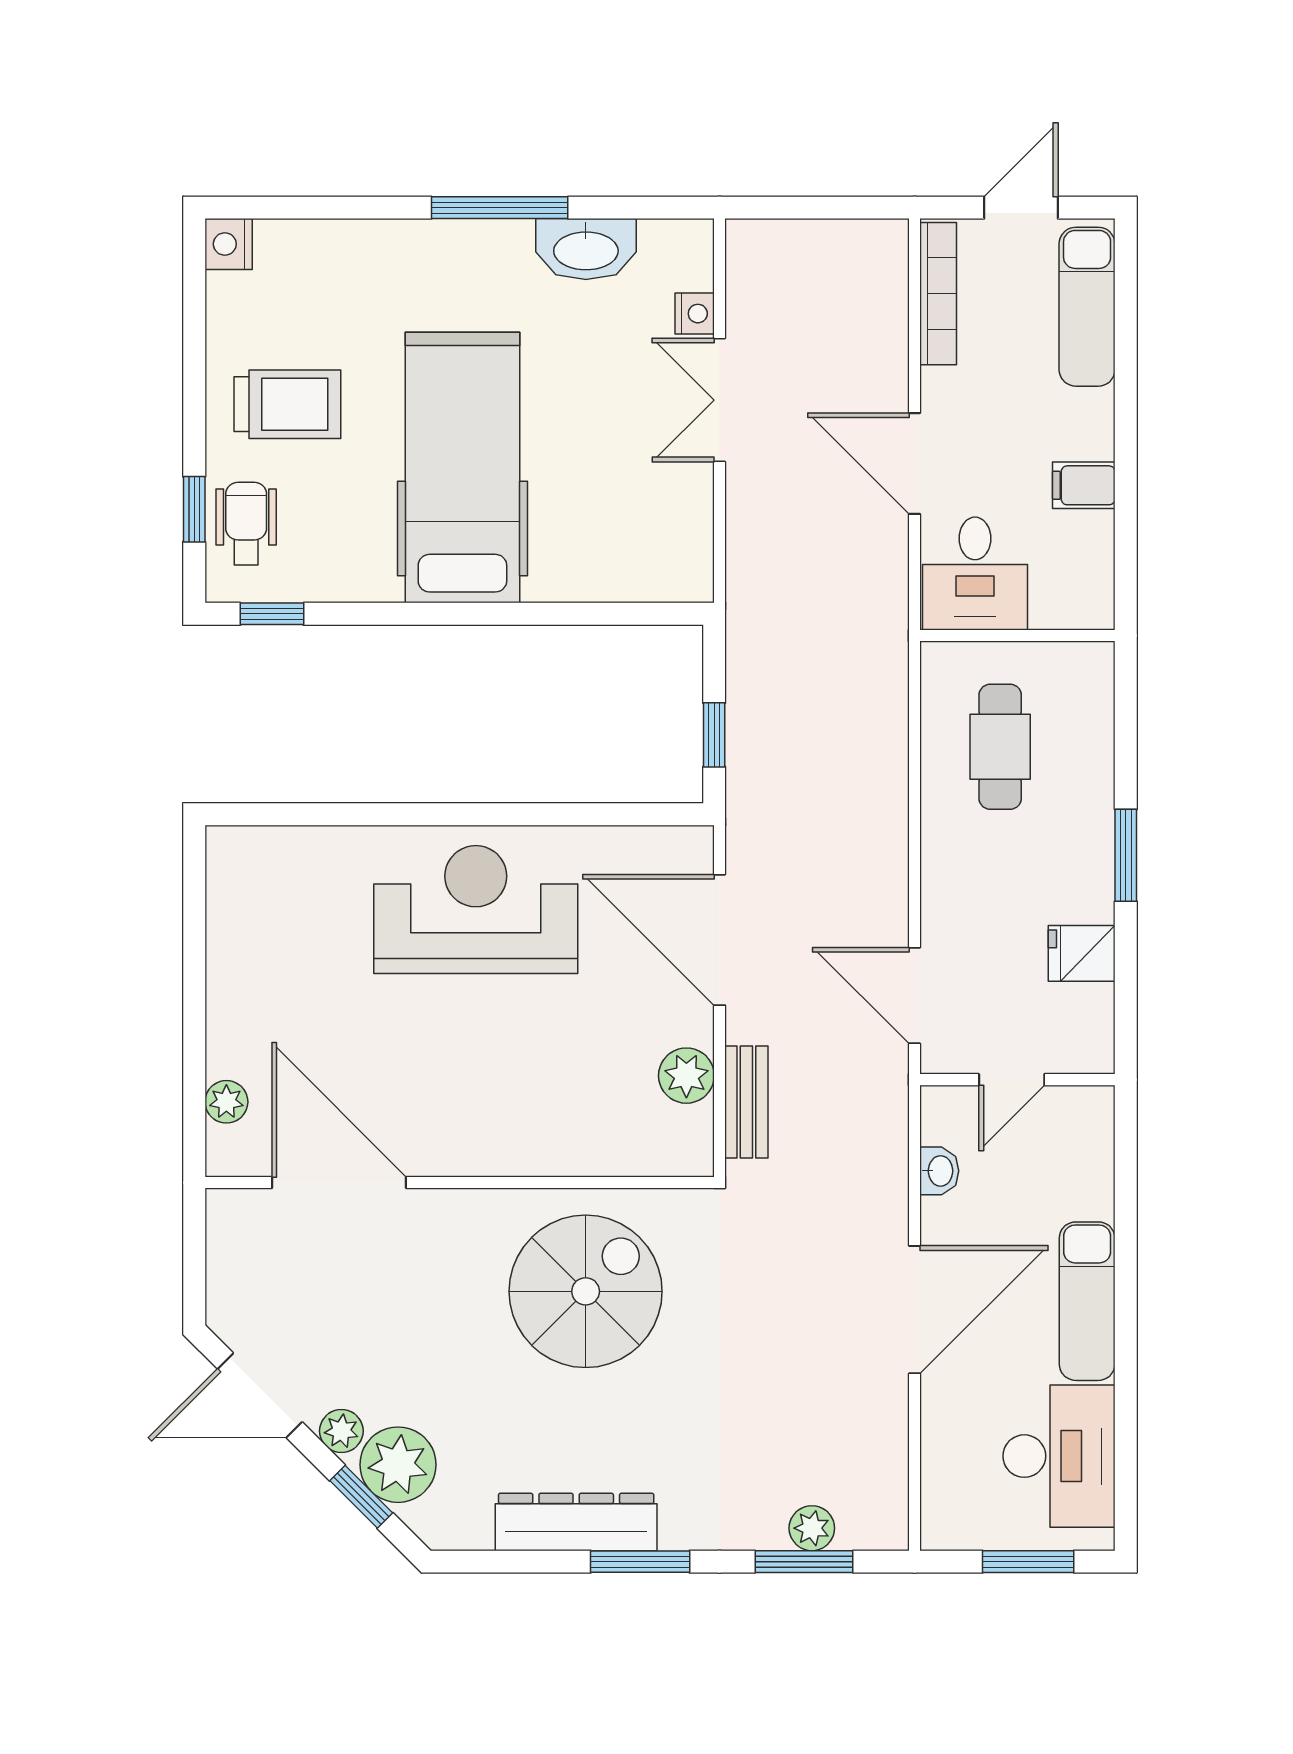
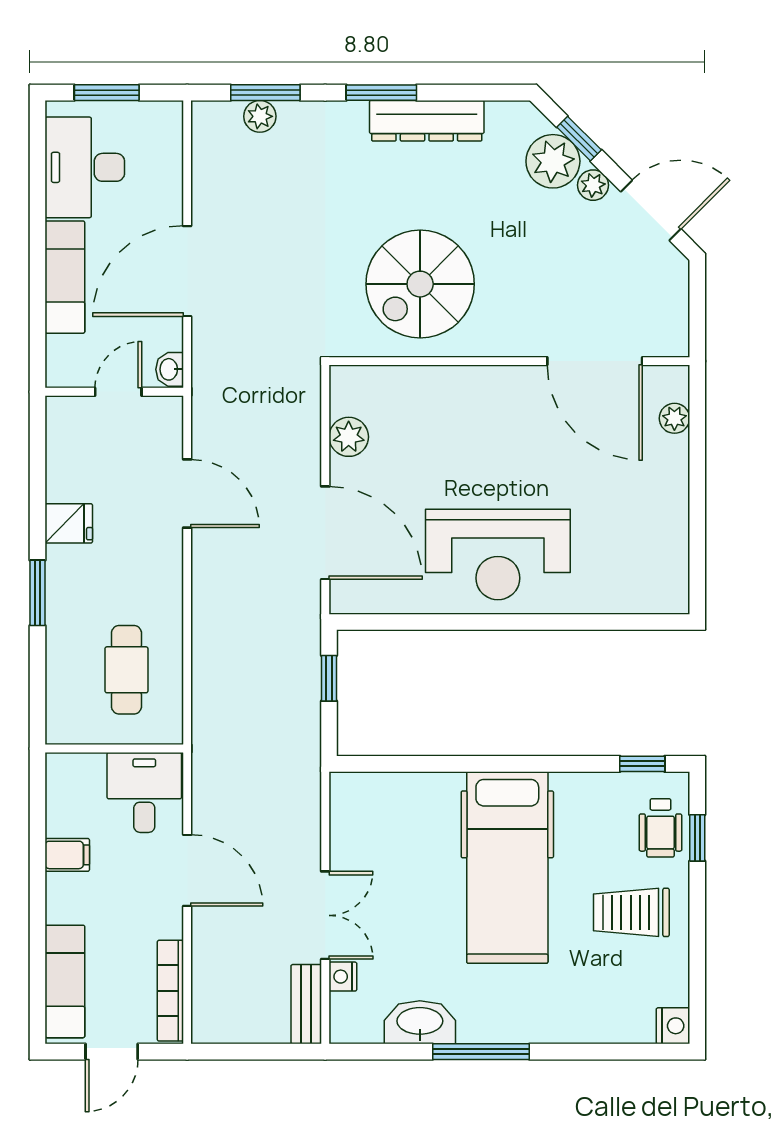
door: (1012, 1080) -> (118, 392), moved
wall: (1017, 1080) -> (114, 392), moved
bench: (746, 1102) -> (306, 1004), moved

